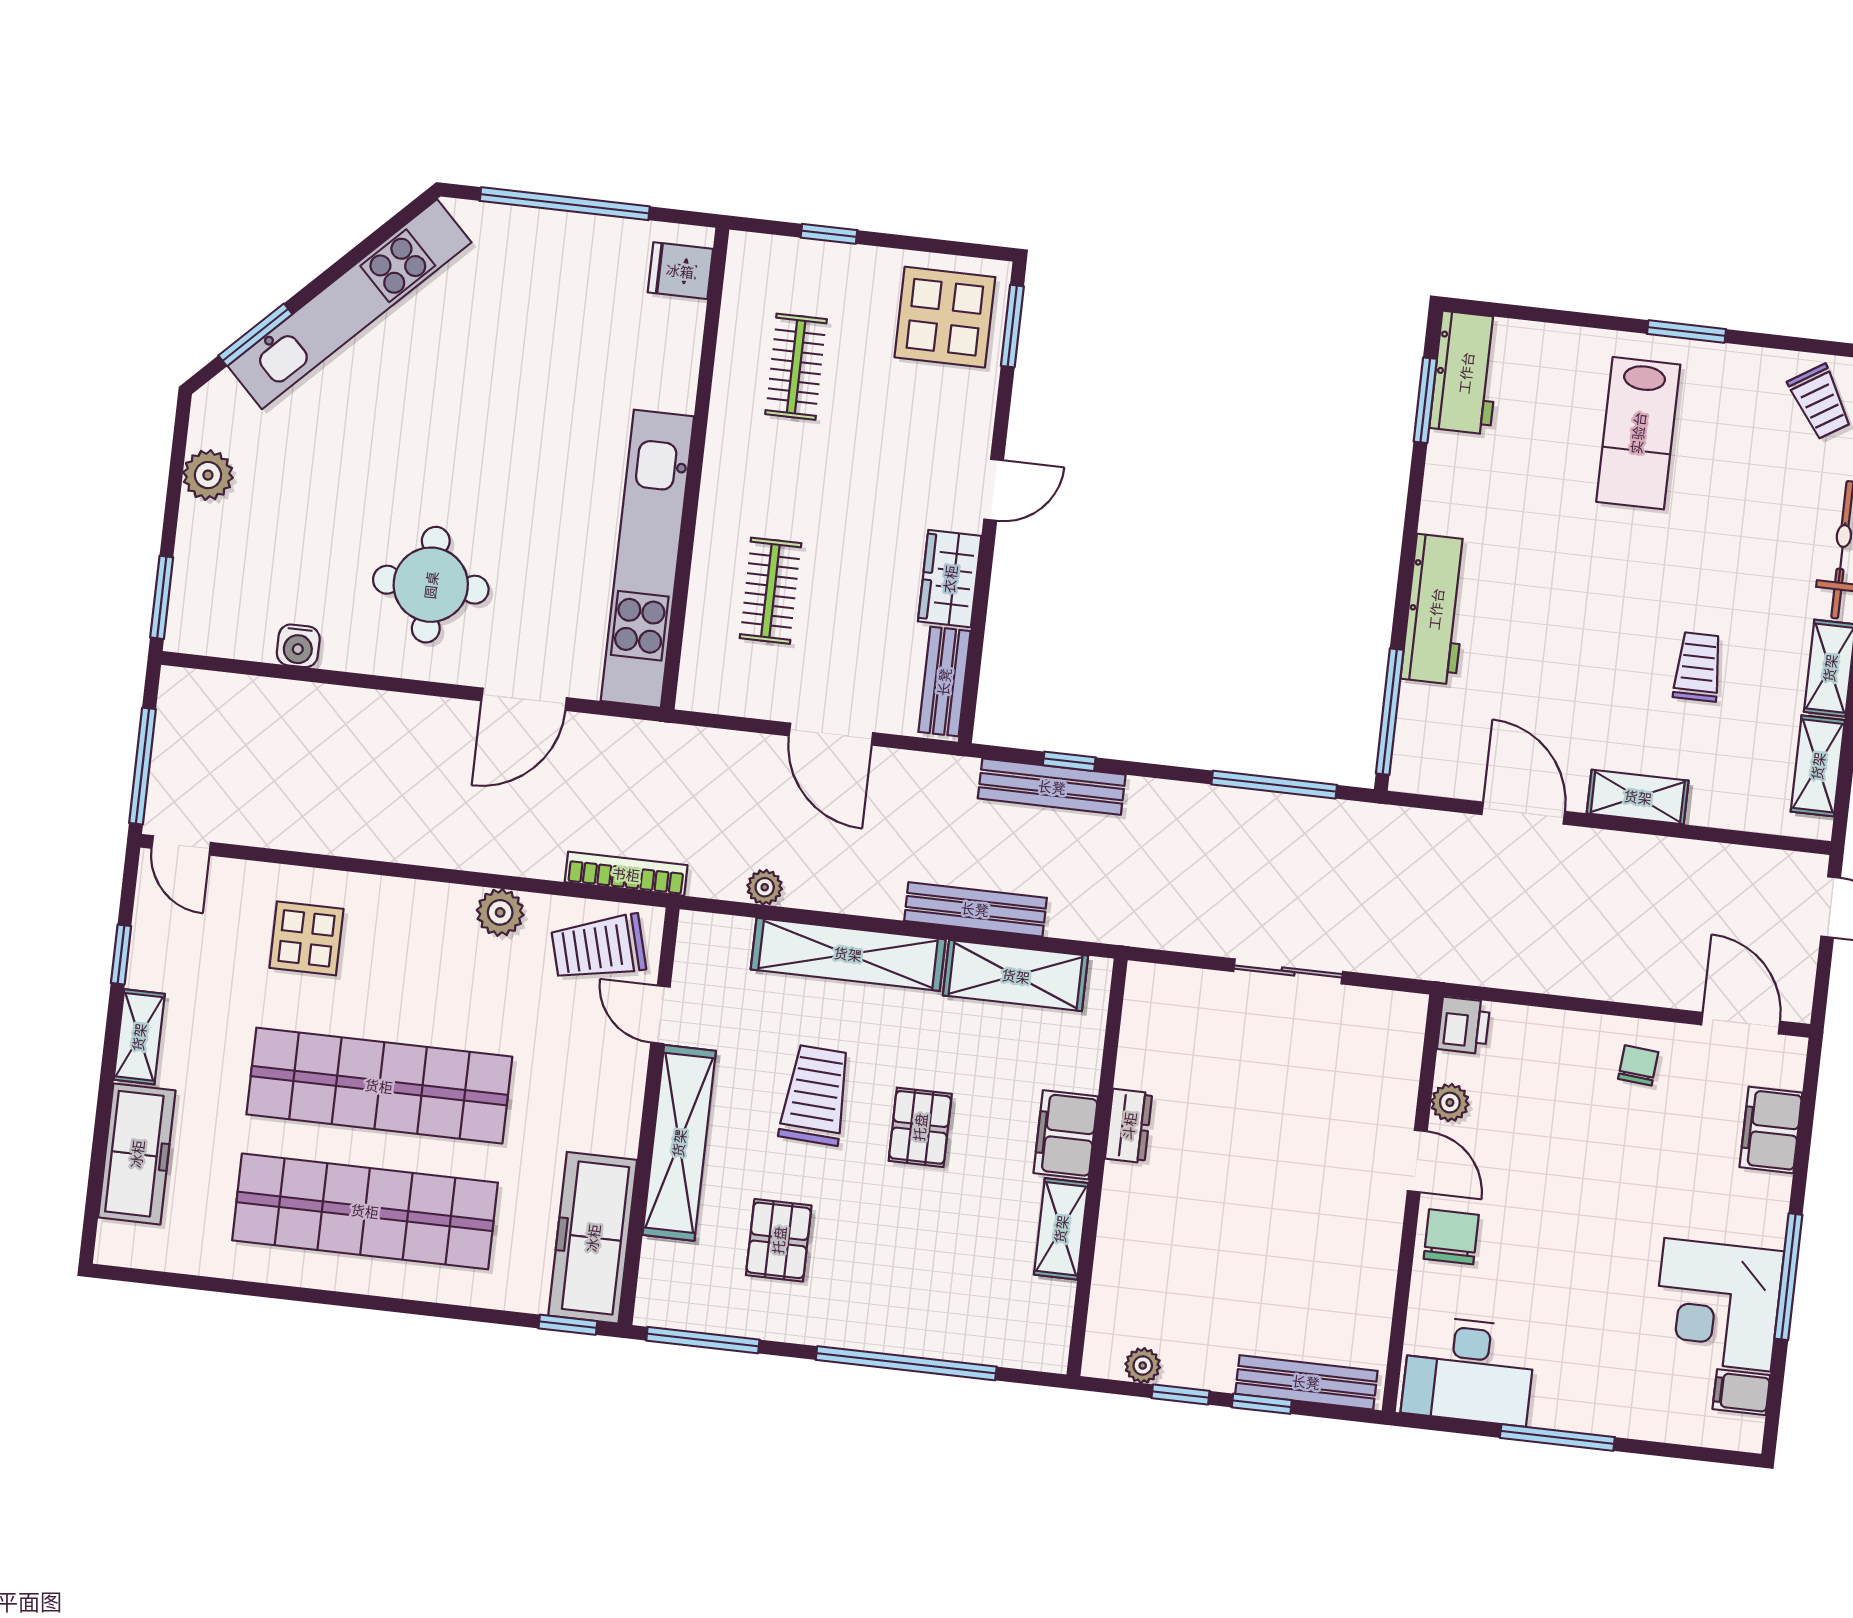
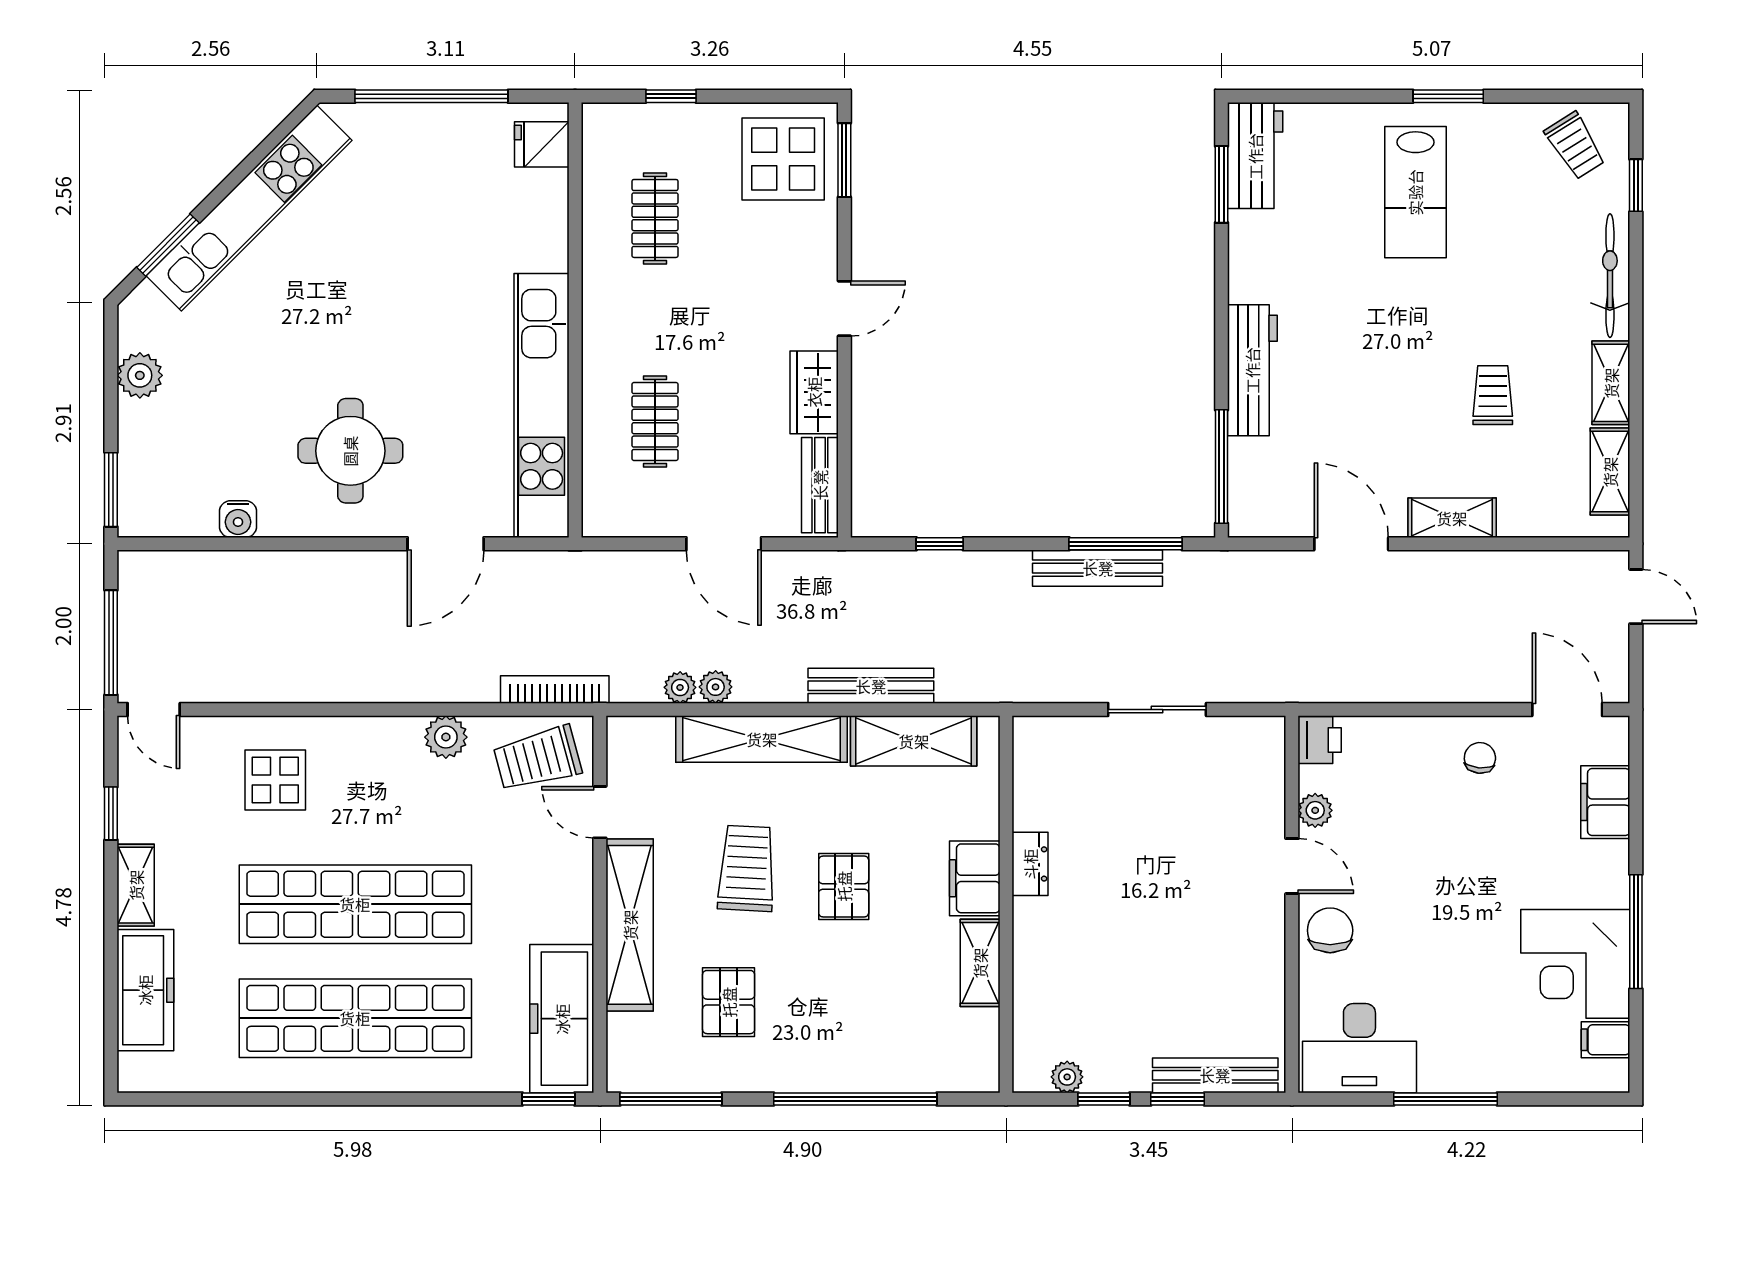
bench: (1052, 787) -> (1098, 568), moved
plant: (804, 891) -> (716, 687), added

